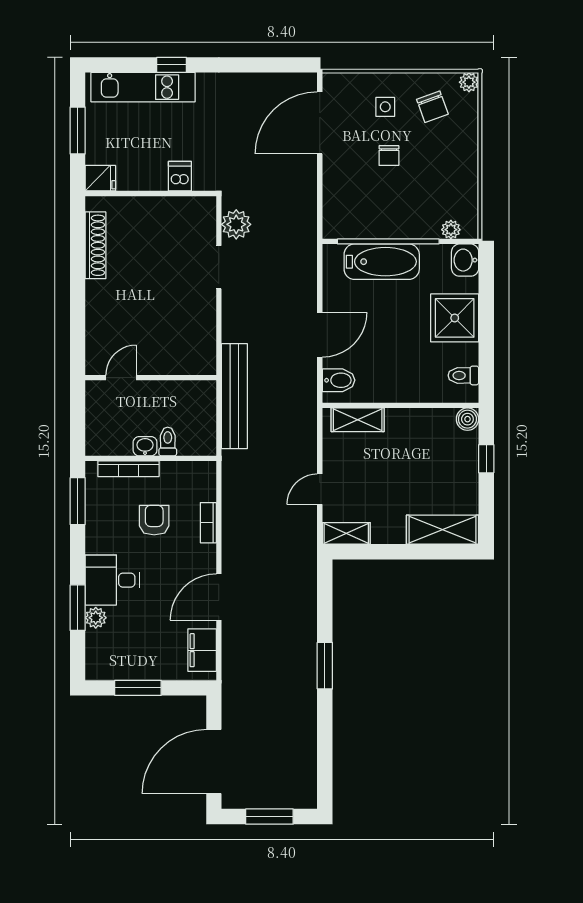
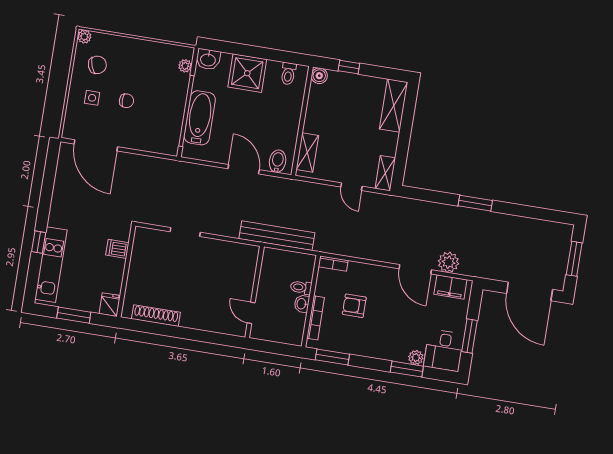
plant: (236, 224) -> (448, 262), moved
bookcase: (208, 523) -> (333, 264), moved
desk: (112, 580) -> (444, 350), moved

